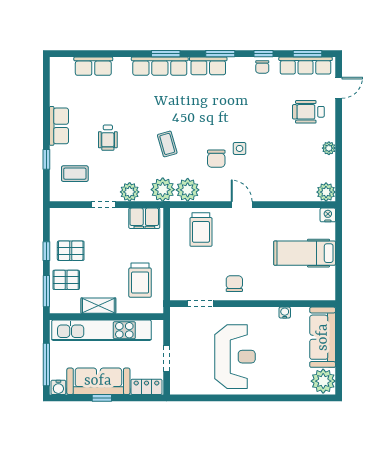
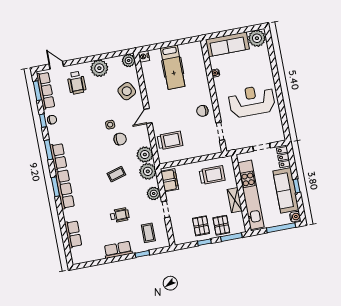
plant: (329, 148) -> (99, 68), width x1.87, depth x1.87
side table: (283, 181) -> (127, 91), added

